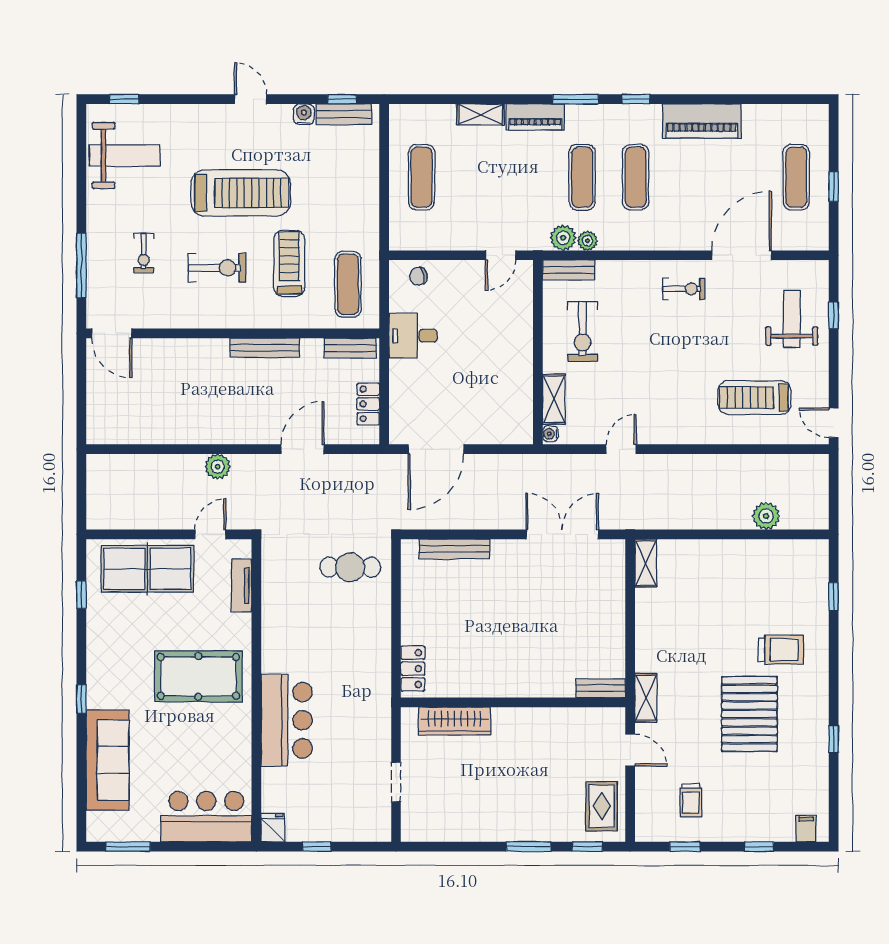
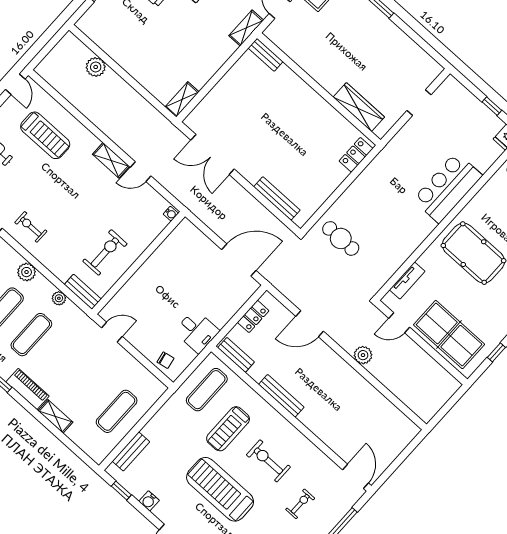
bench: (344, 114) -> (131, 452), moved, turned 90
plant: (563, 238) -> (27, 272), moved
shelving: (554, 399) -> (111, 160), moved, turned 90

